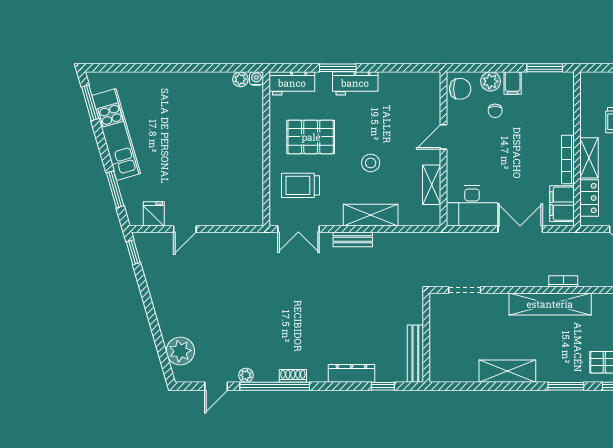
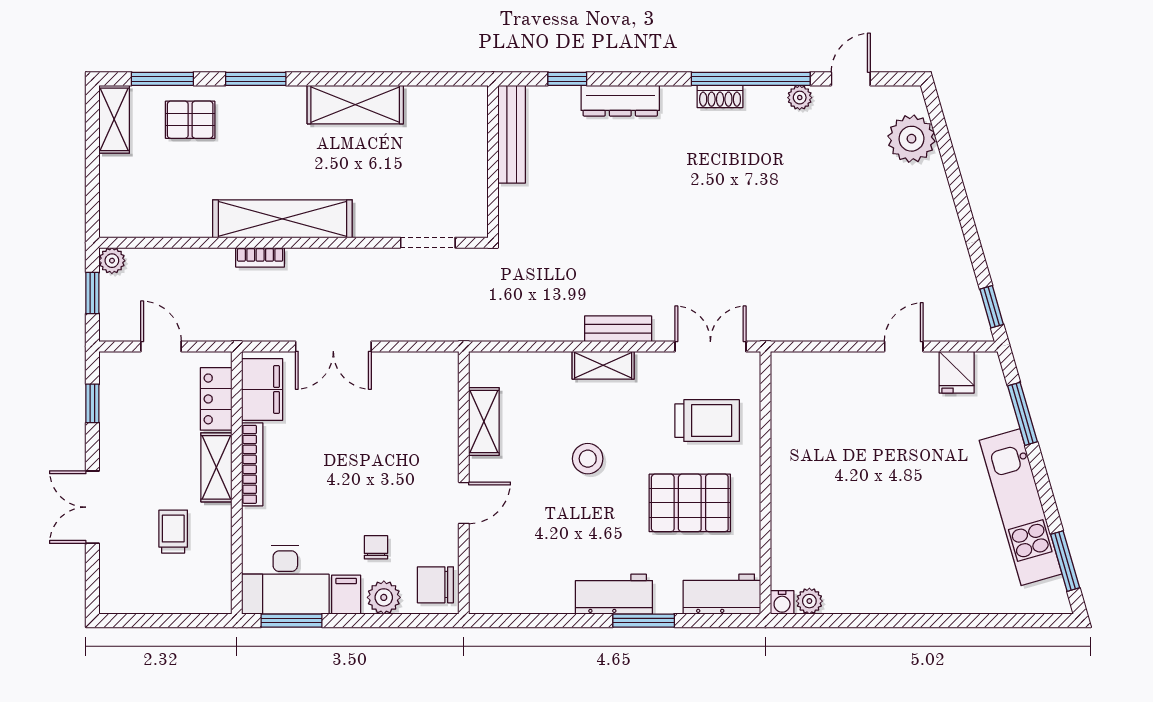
desk: (472, 206) -> (285, 580), moved, turned 180
shelving: (371, 215) -> (603, 365), width x0.67, depth x0.75

